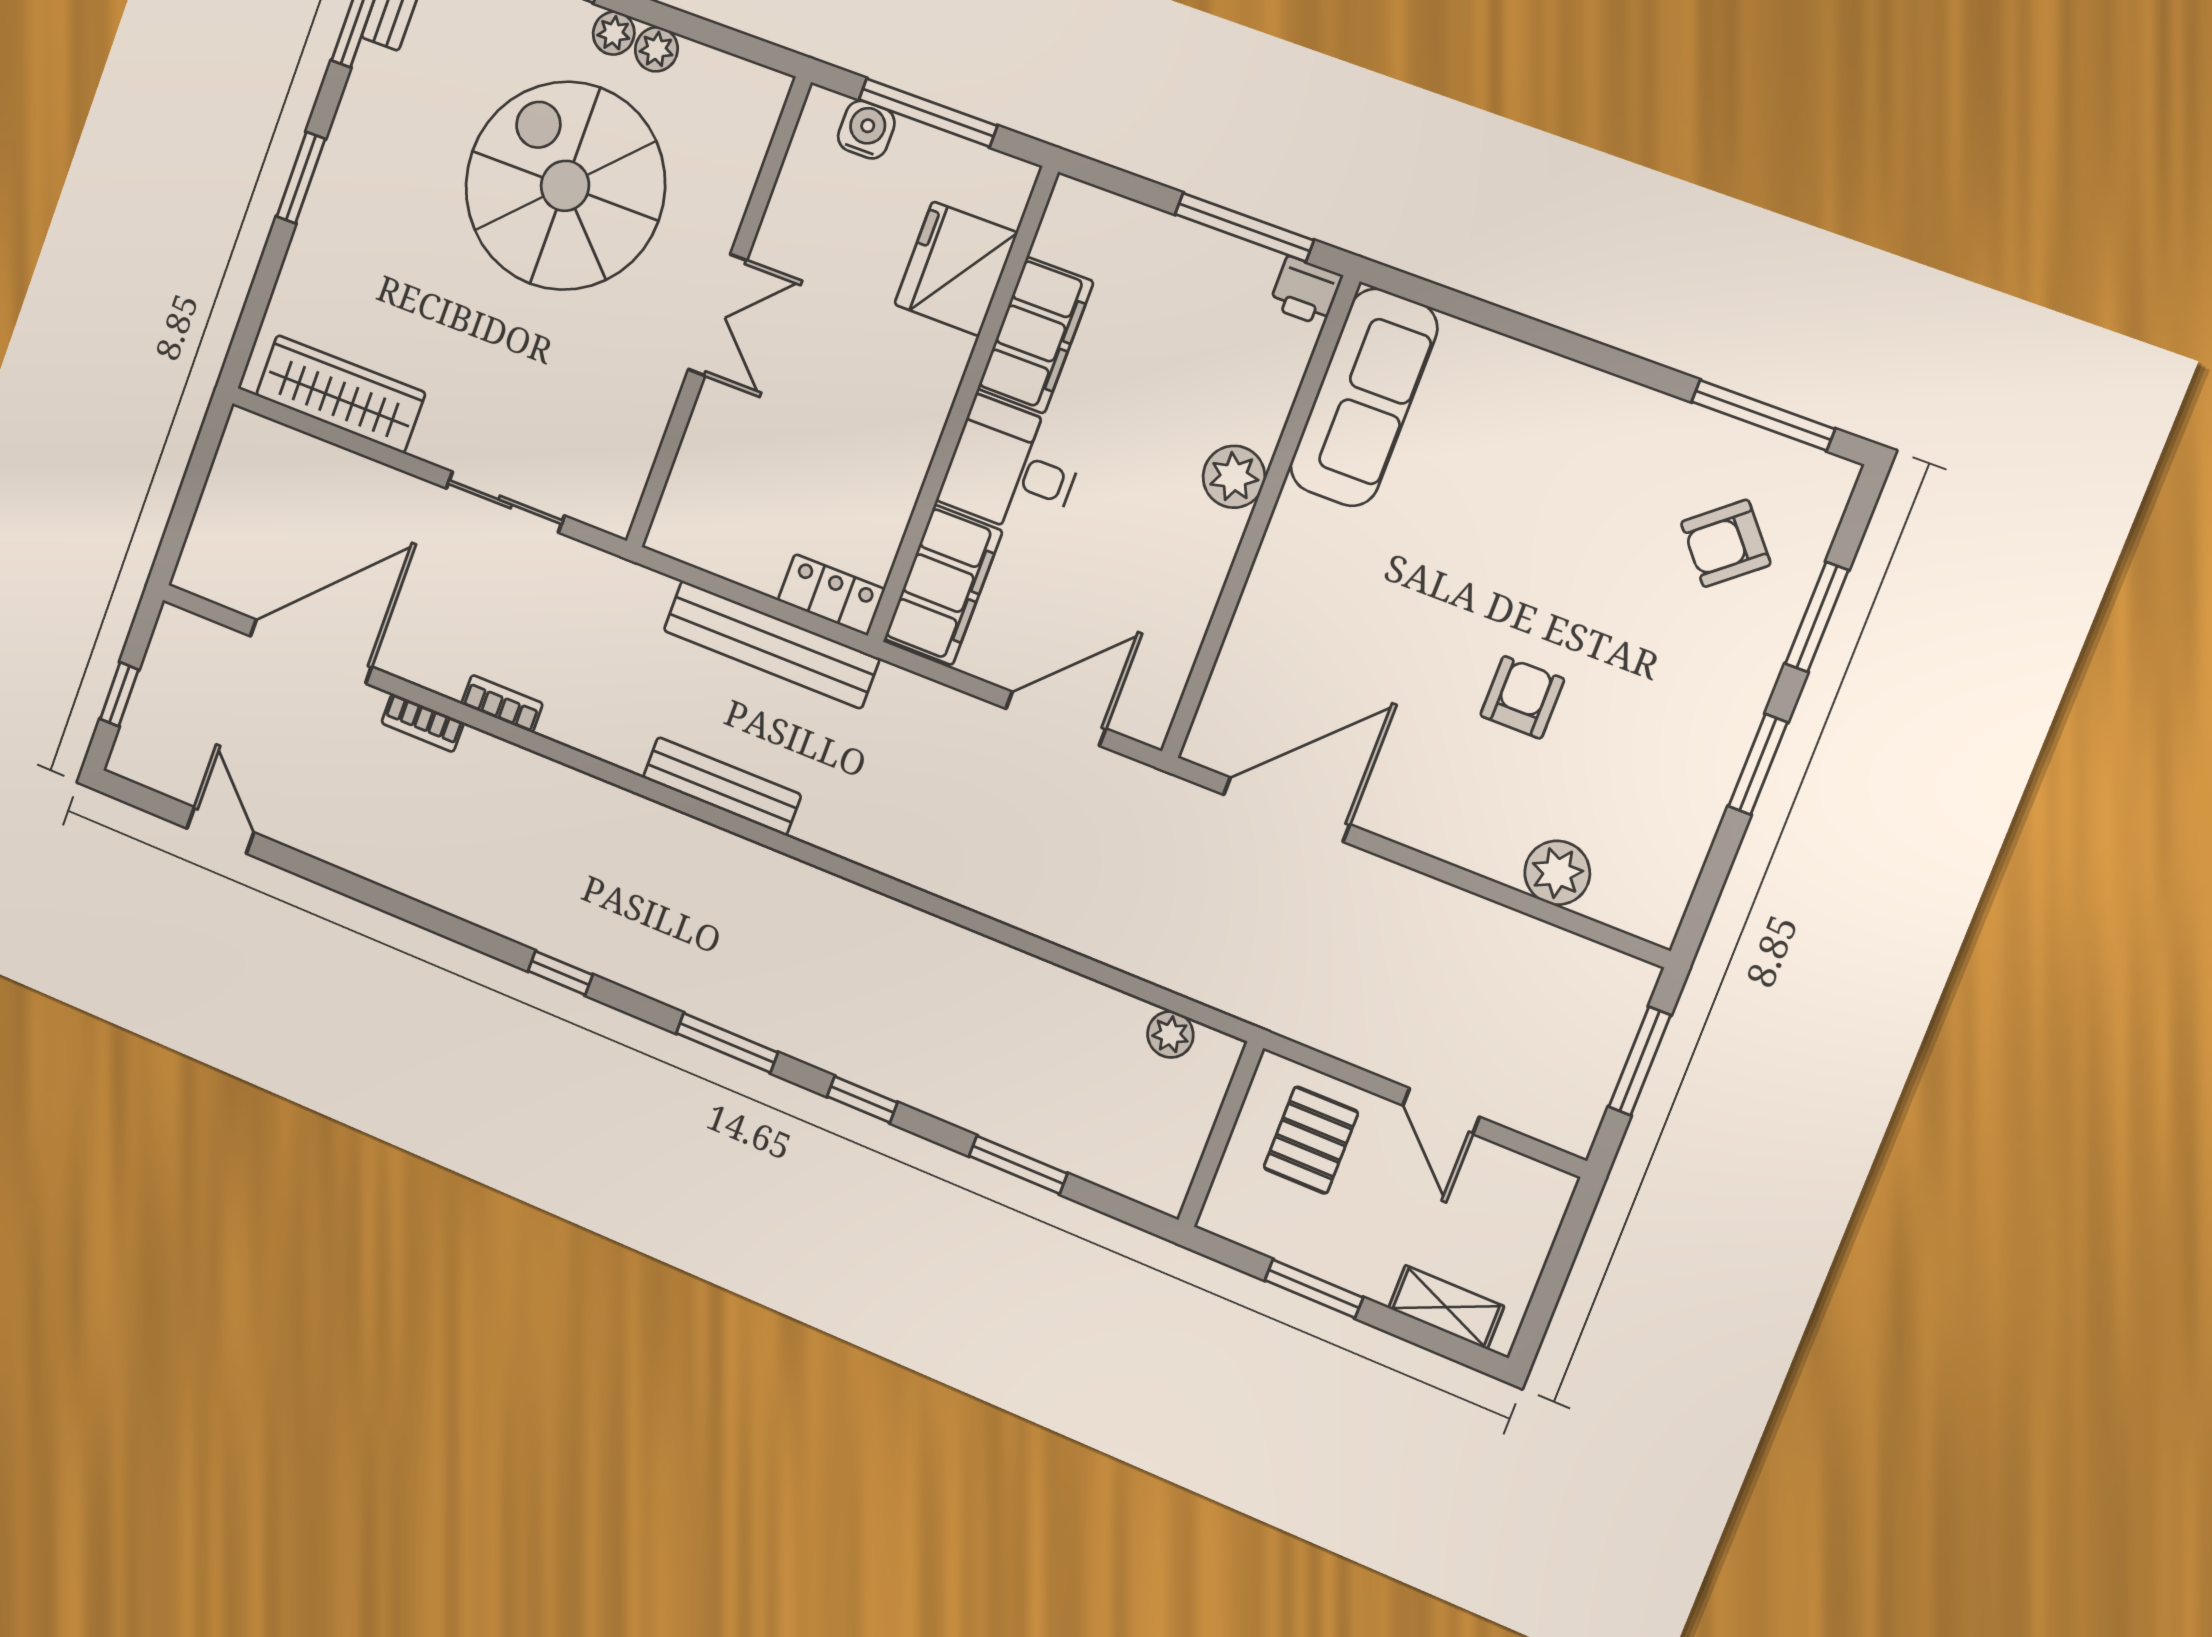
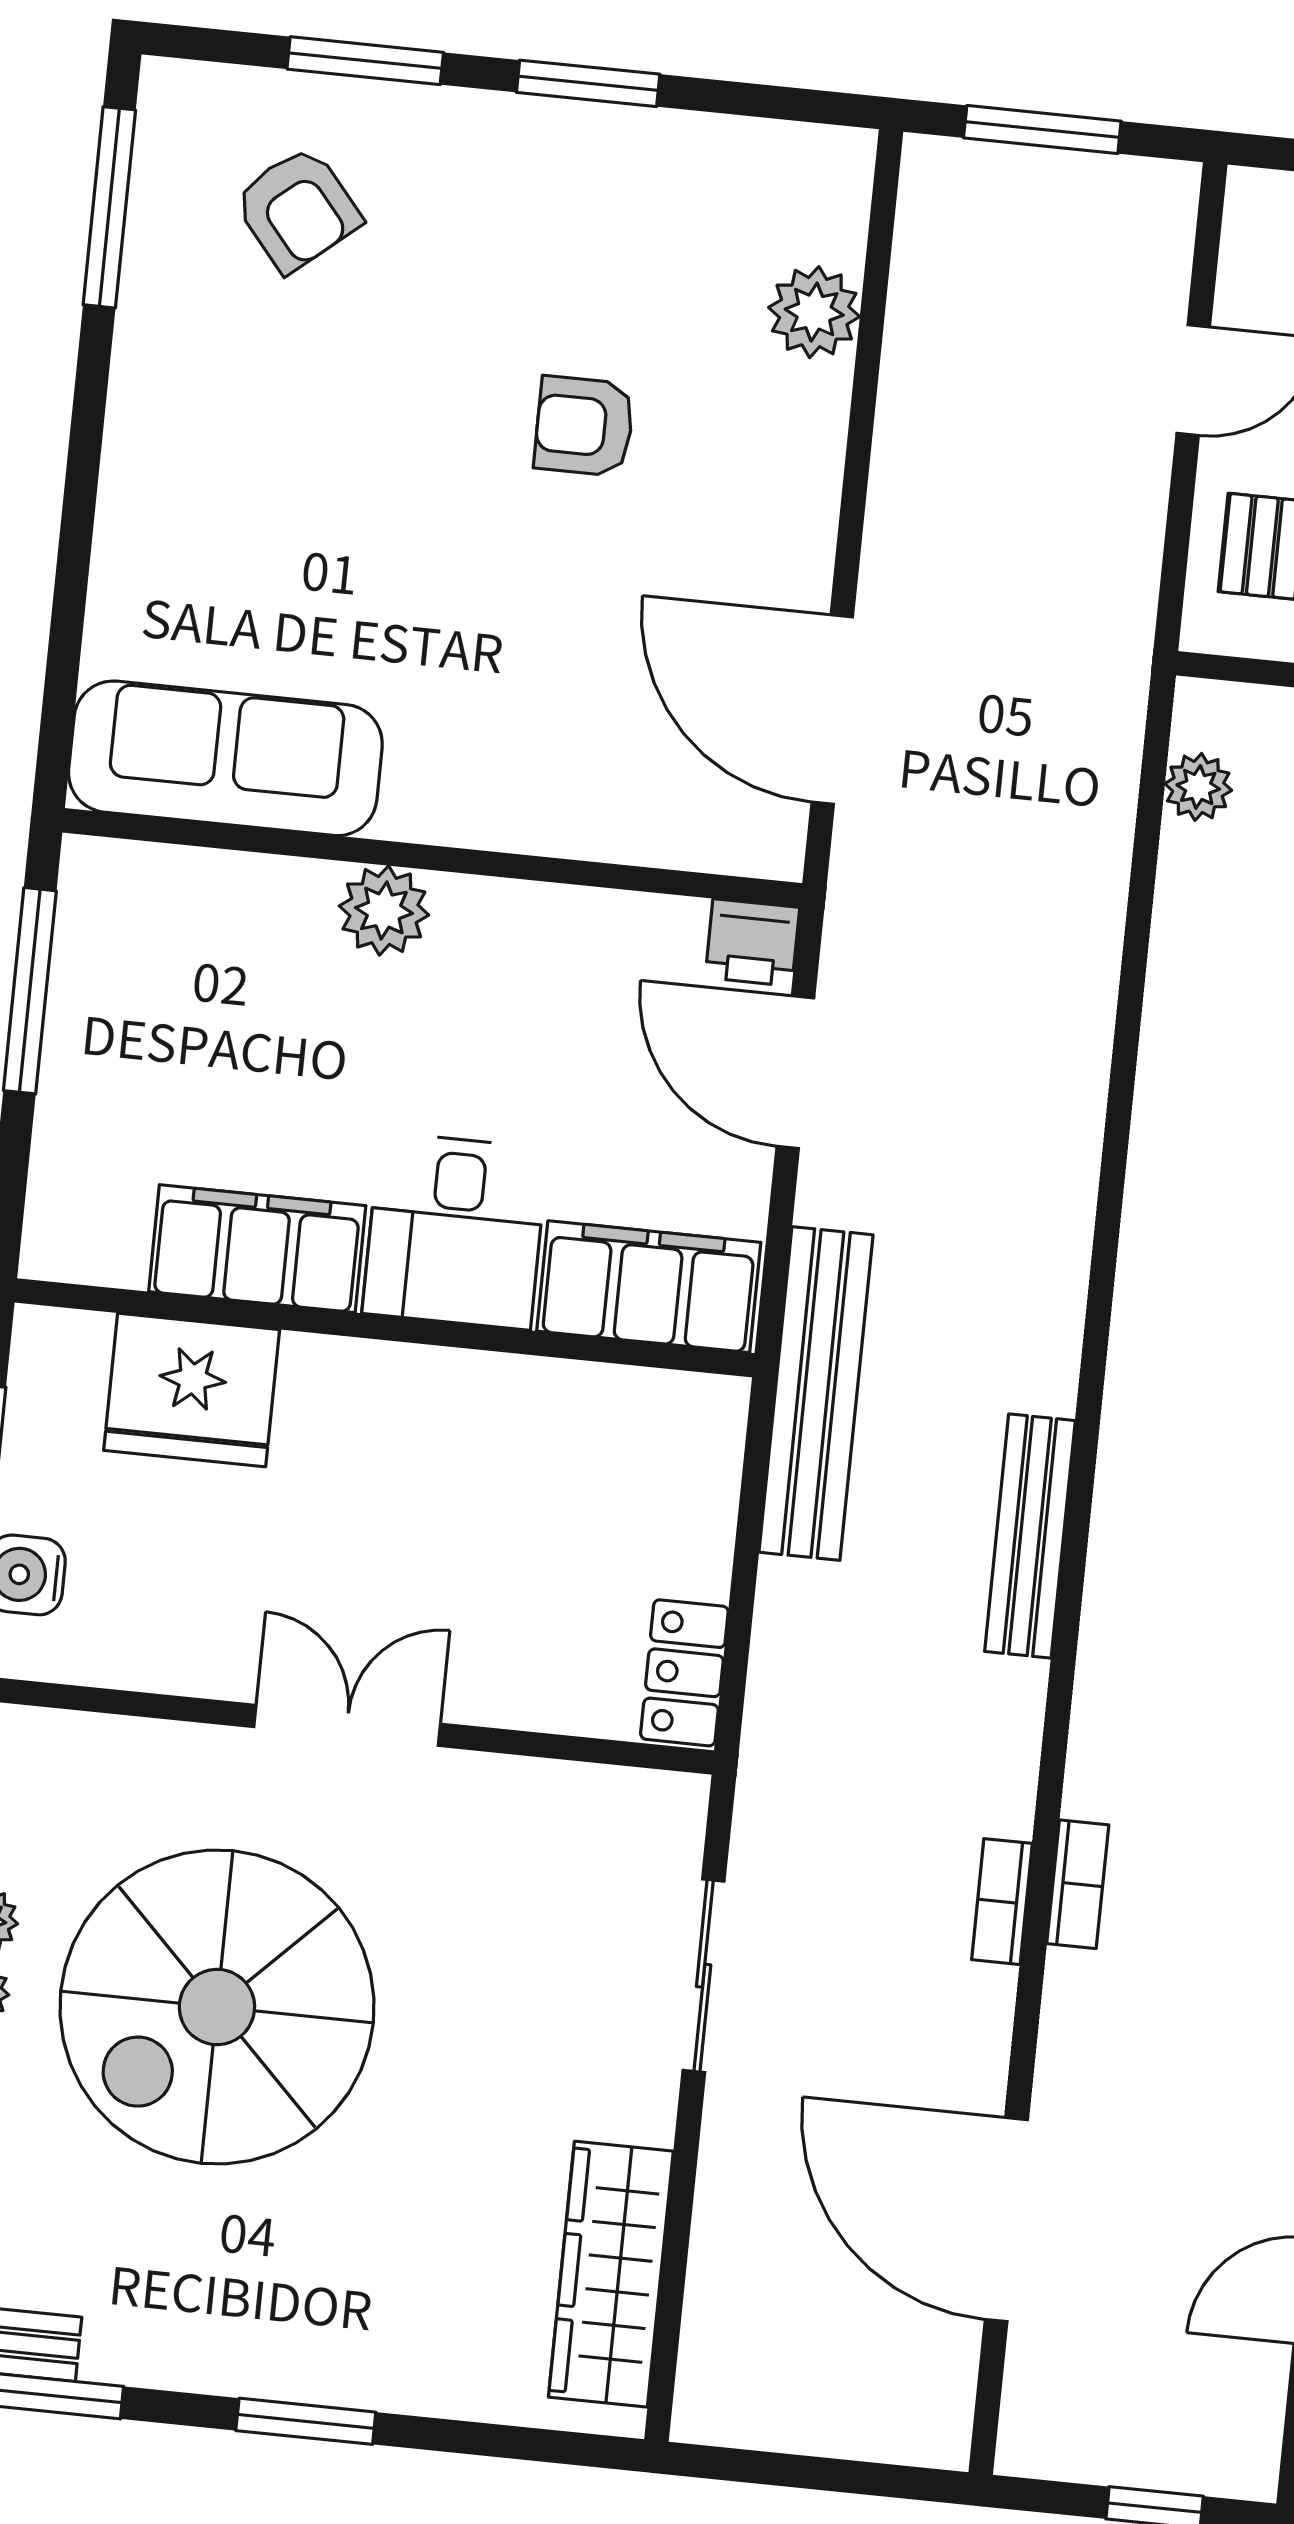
printer: (1306, 291) -> (752, 942), moved, turned 90
locker: (831, 595) -> (684, 1673), moved
bench: (771, 644) -> (816, 1393), moved
bookcase: (423, 723) -> (1078, 1884), moved

